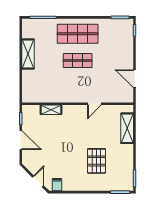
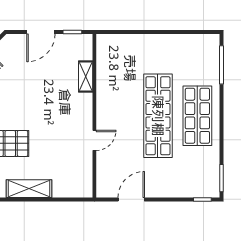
shelving: (28, 54) -> (168, 43), removed
shop shelf: (78, 61) -> (158, 116), width x2.00, depth x1.36
door: (94, 104) -> (94, 140), swing flipped
shelving: (127, 128) -> (29, 189), moved

